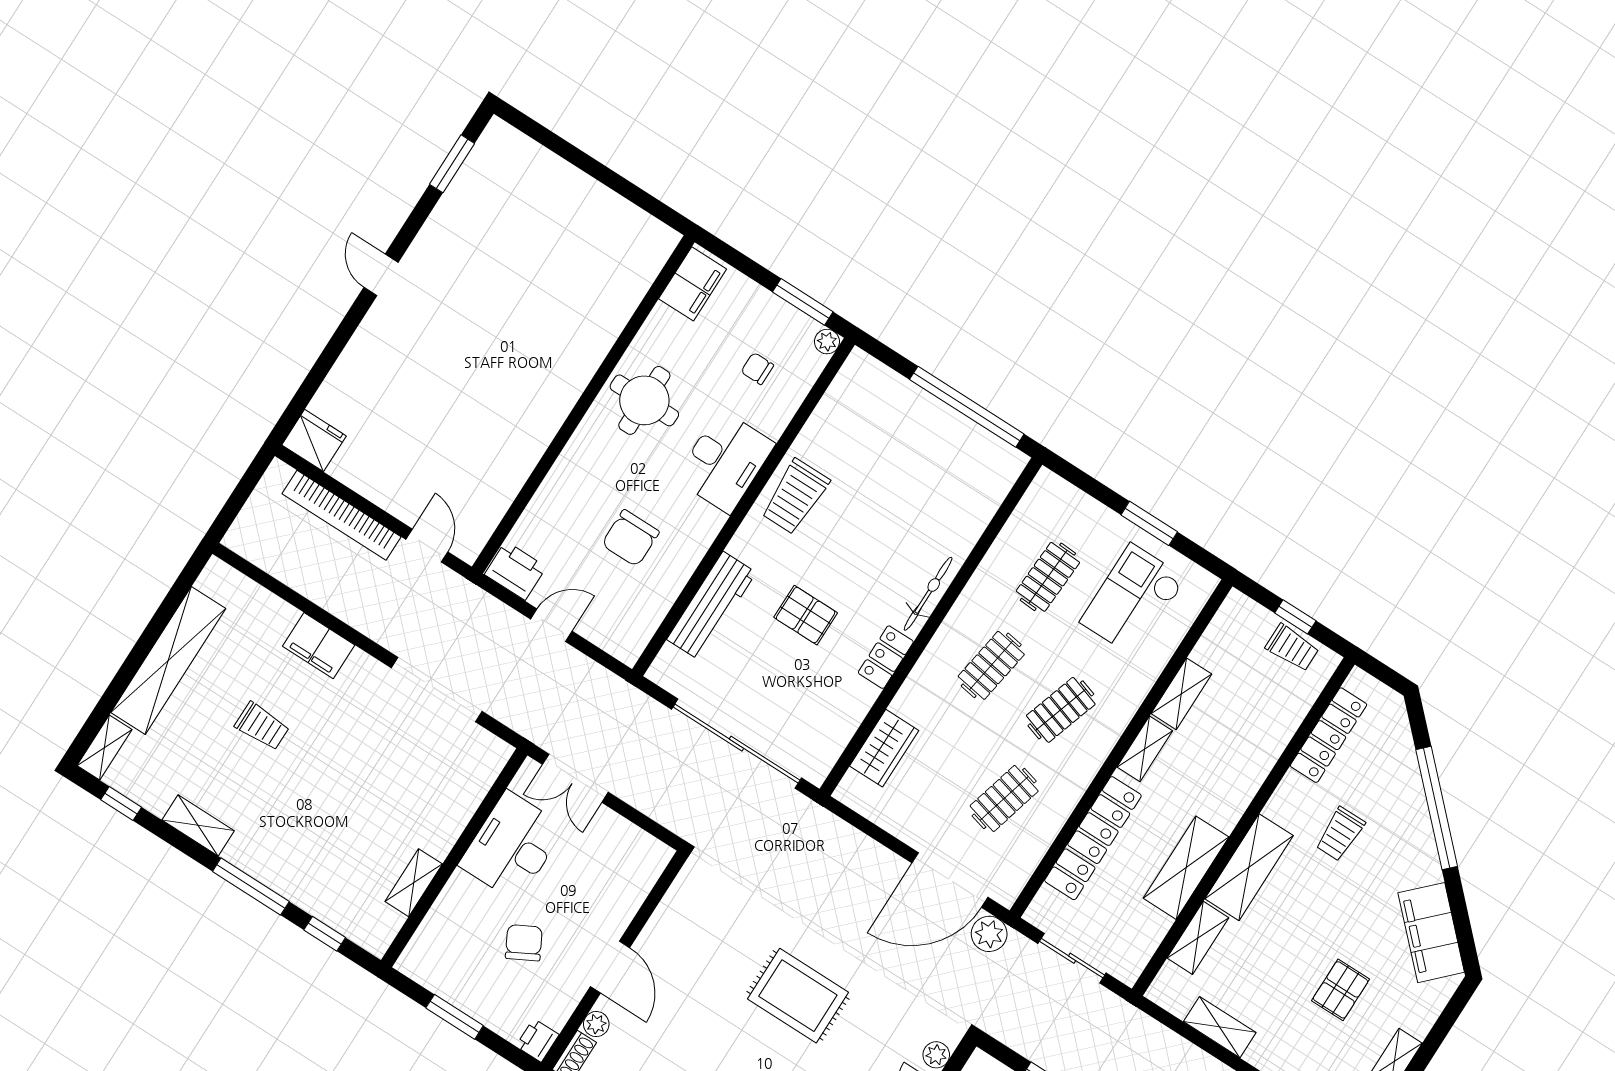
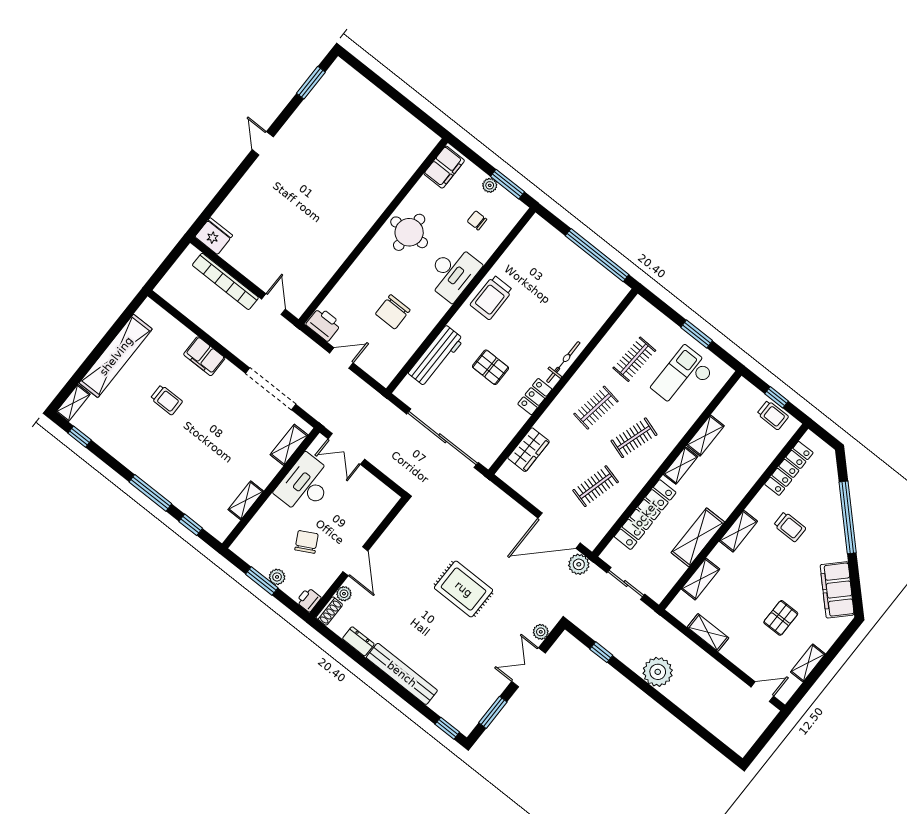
plant: (827, 342) -> (490, 185), moved
shelving: (198, 825) -> (289, 445), moved, turned 90
trolley: (1340, 834) -> (790, 527), turned -90
shelving: (1249, 867) -> (738, 531), width x0.67, depth x0.75
plant: (480, 1007) -> (277, 577), added

